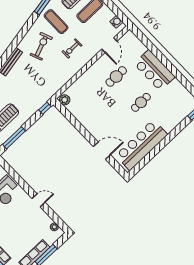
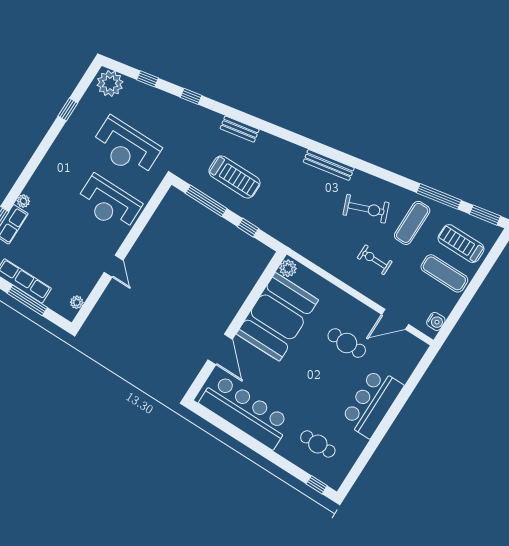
cafe table: (141, 102) -> (318, 444), moved
window: (45, 108) -> (248, 228), moved
booth: (91, 113) -> (277, 317), added

